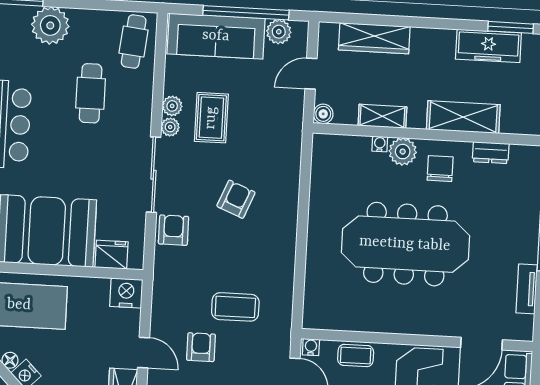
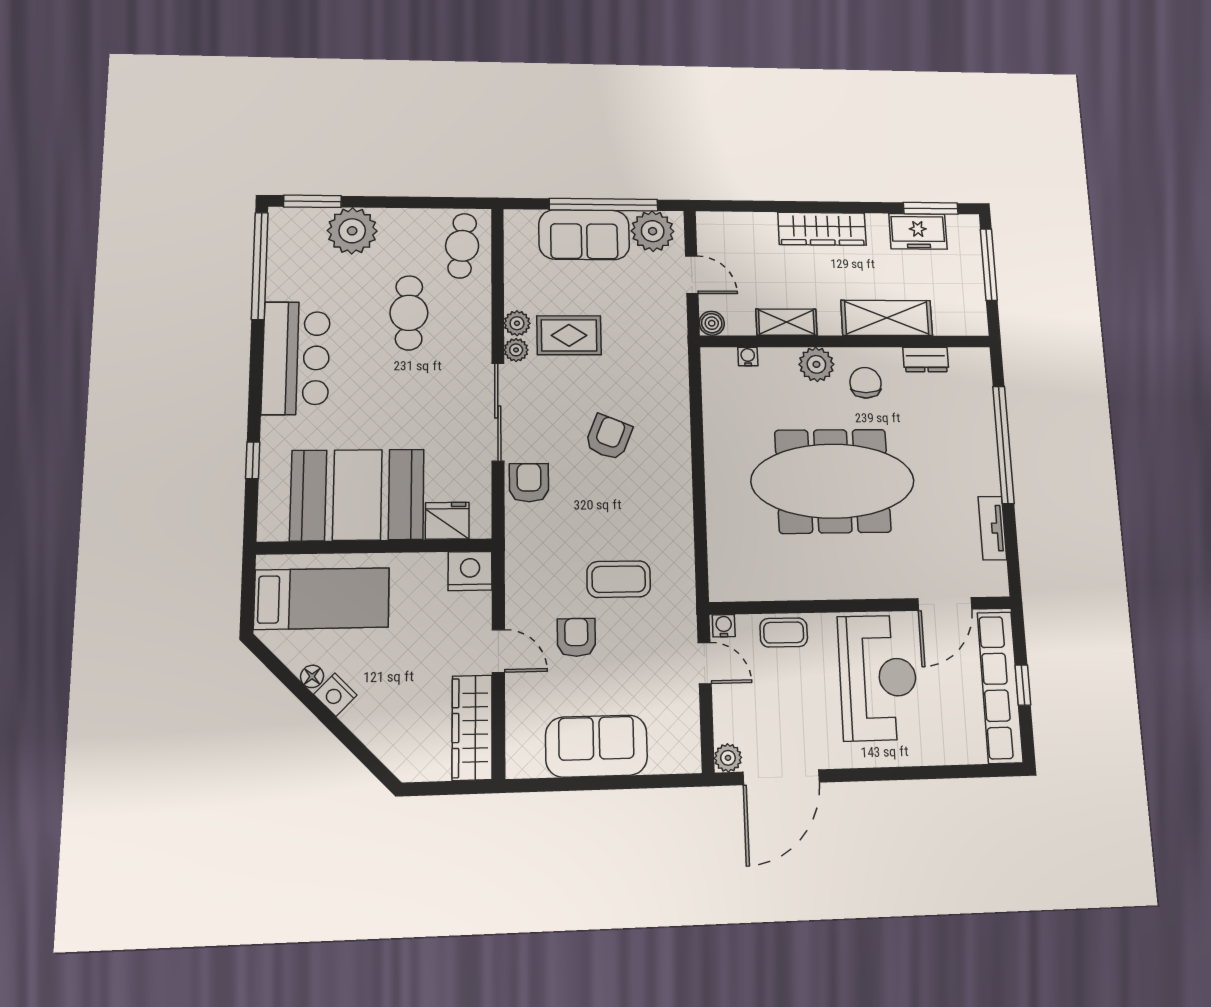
plant: (279, 32) -> (653, 231), width x1.36, depth x1.36
sofa: (216, 36) -> (584, 235), width x0.73
wardrobe: (374, 38) -> (822, 229), moved
freezer: (488, 46) -> (918, 231), width x0.71
door: (311, 74) -> (692, 275), swing flipped
rug: (211, 118) -> (569, 335), turned 90
water cooler: (380, 144) -> (748, 357), moved

